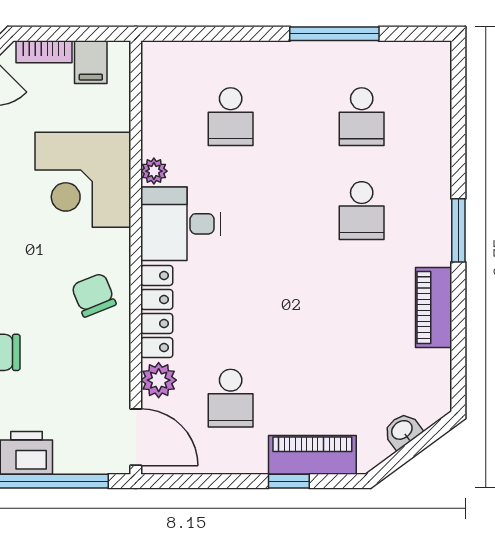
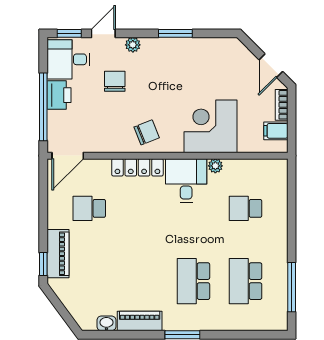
window: (334, 34) -> (292, 287), moved
school desk: (362, 117) -> (246, 281), width x1.85
school desk: (362, 211) -> (193, 281), width x1.85
plant: (159, 380) -> (99, 168), removed
washbasin: (402, 431) -> (106, 323), moved, turned -54
window: (289, 481) -> (43, 264), moved

